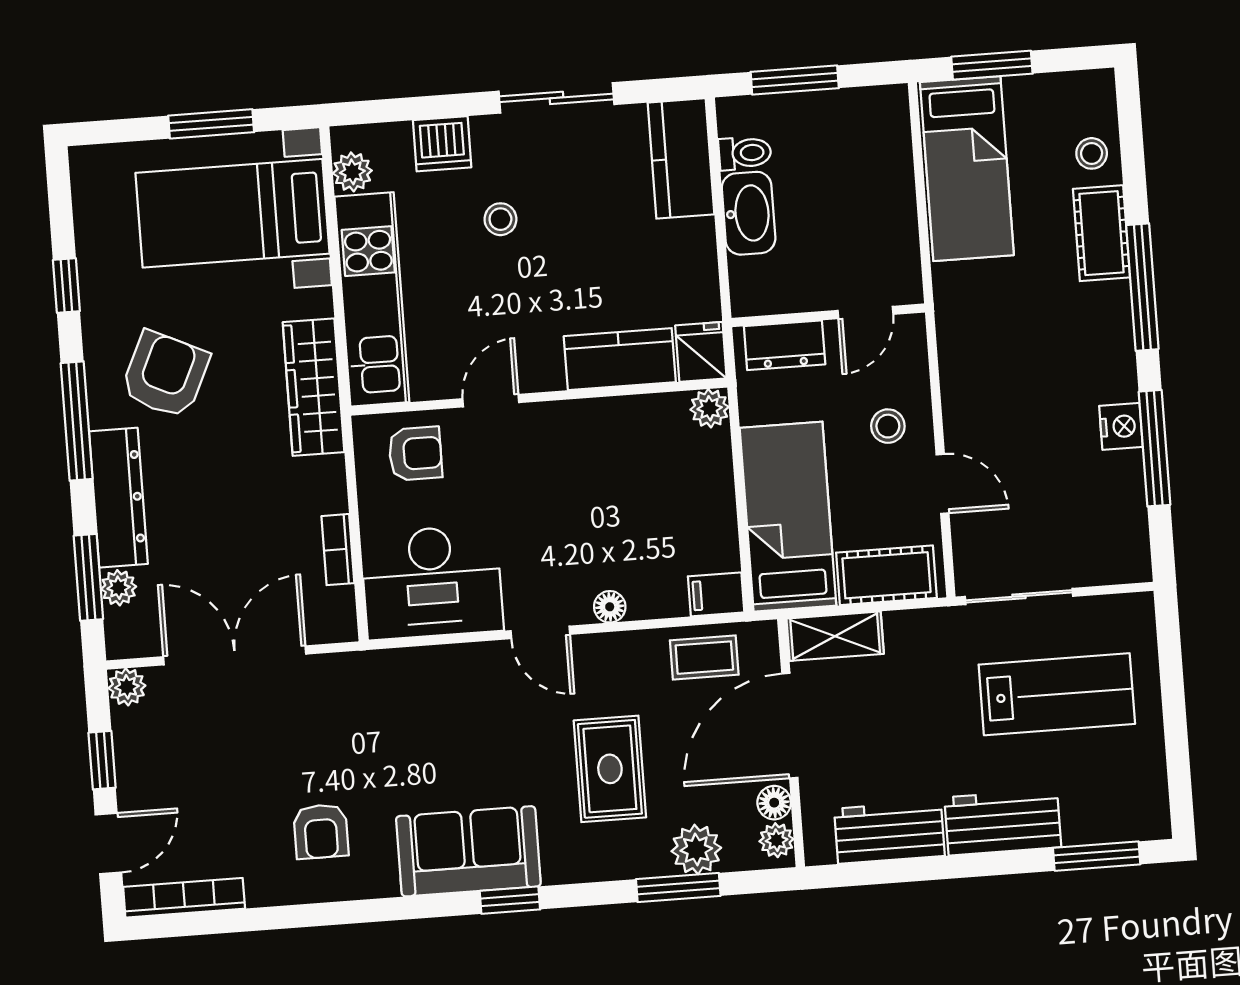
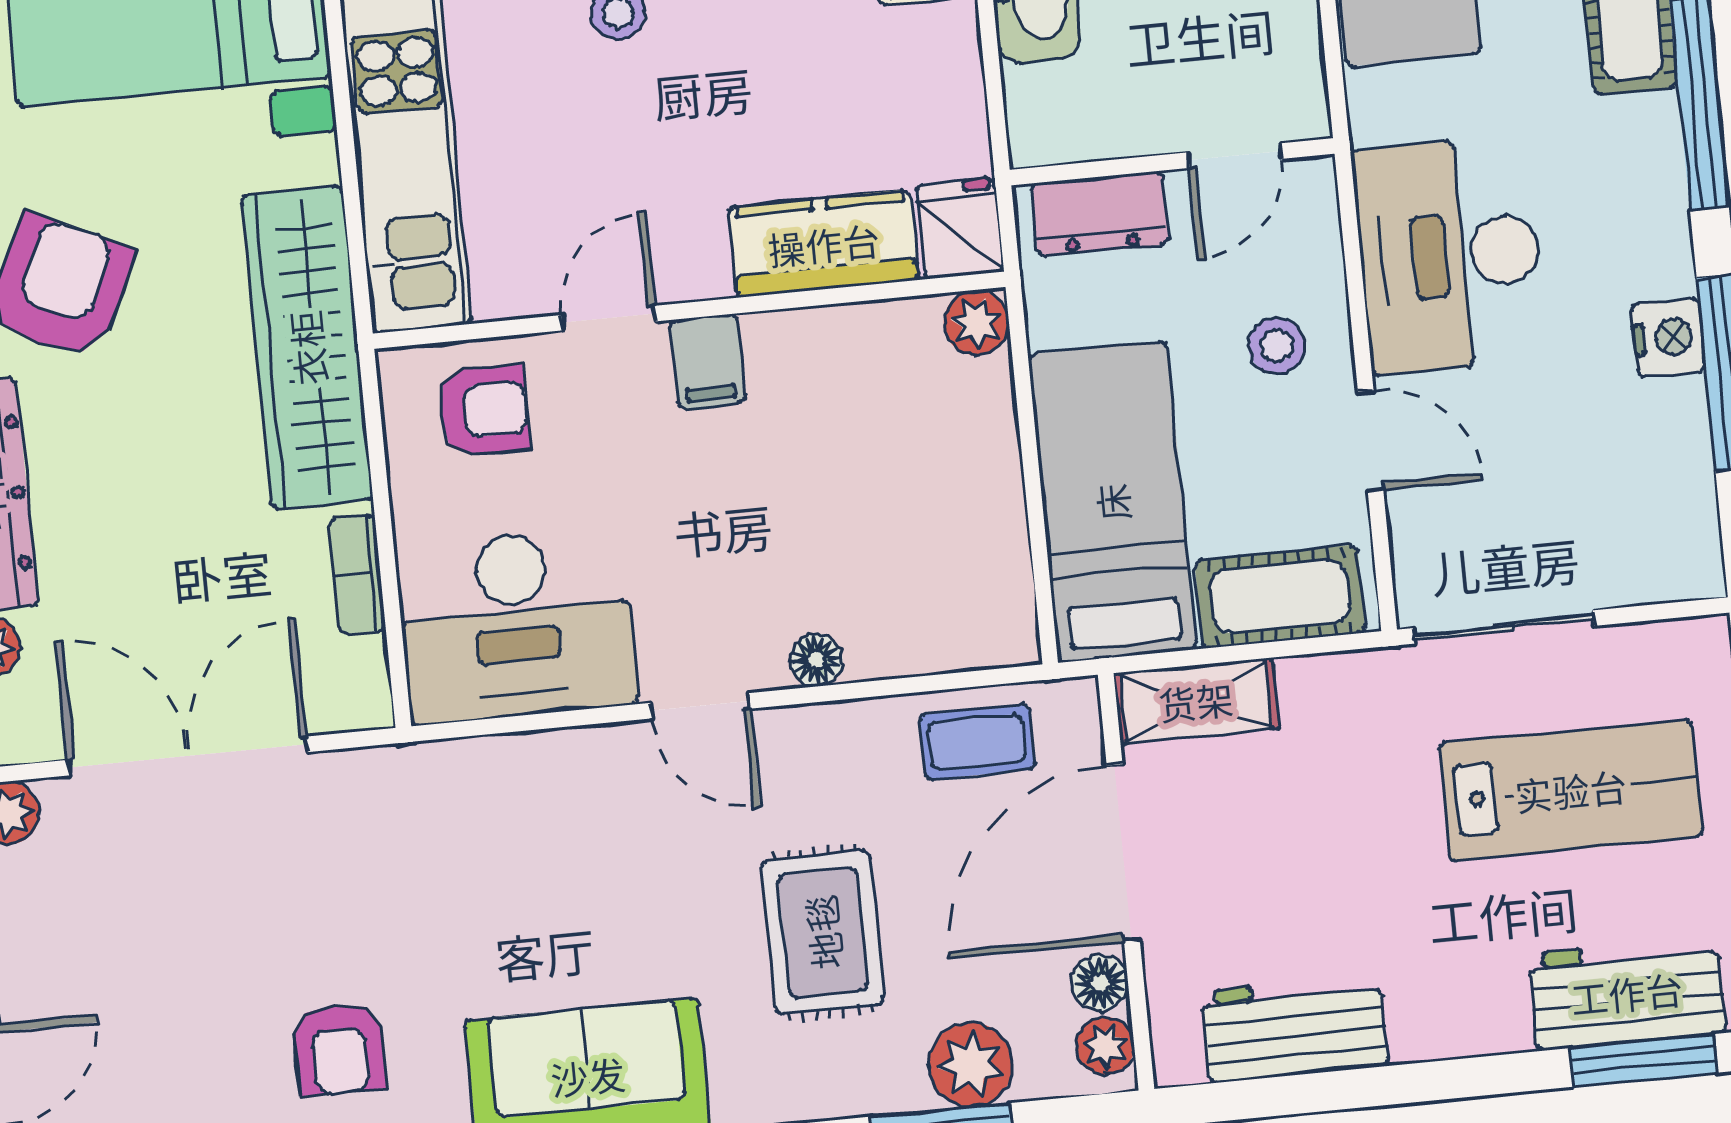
desk: (992, 375) -> (1450, 255), added
wardrobe: (314, 387) -> (307, 348), width x1.40, depth x1.17
filing cabinet: (716, 594) -> (708, 362), moved, turned -90
workbench: (1003, 822) -> (1627, 993), moved

